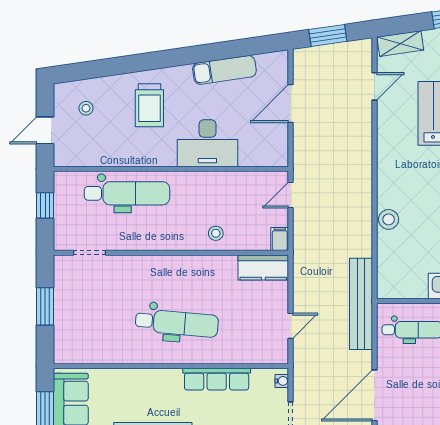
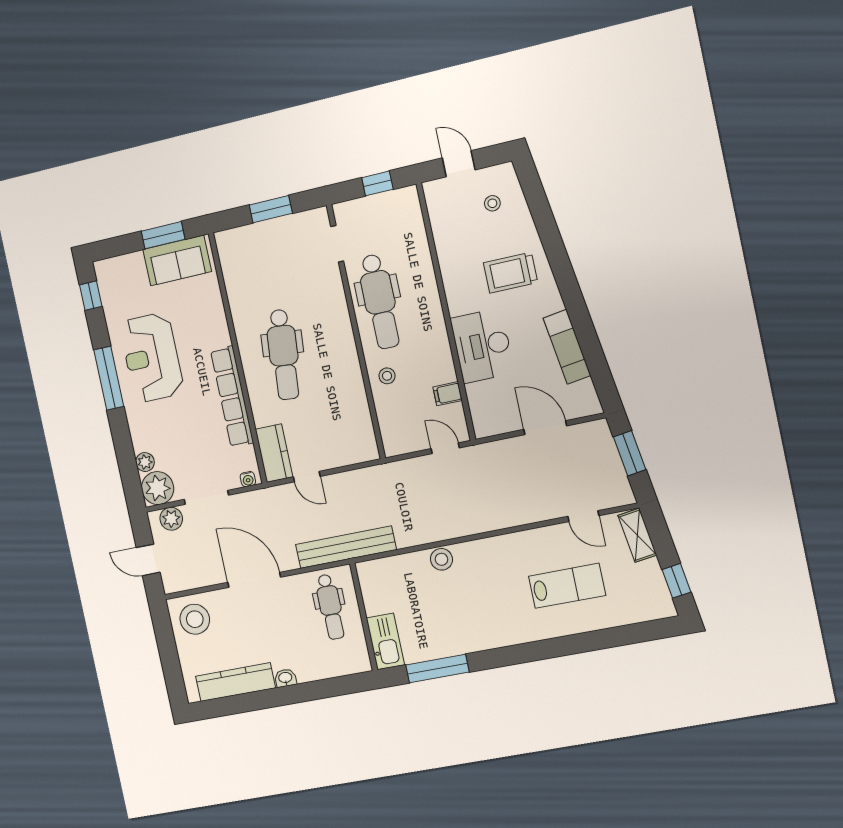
dental chair: (127, 193) -> (380, 302), moved
filing cabinet: (280, 239) -> (448, 394), moved, turned 180
kitchen counter: (263, 268) -> (274, 453), moved, turned 180
row of seats: (217, 379) -> (232, 397), width x1.36

